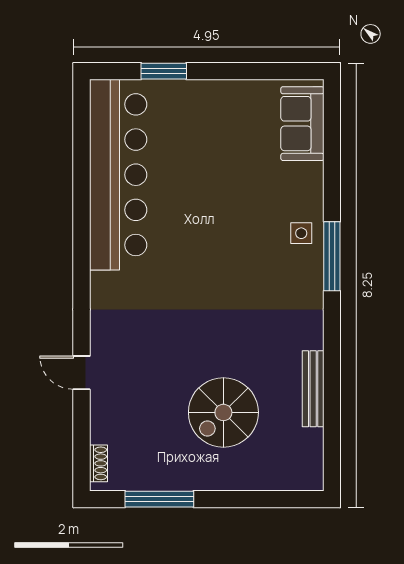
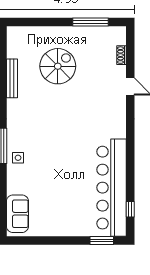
window: (164, 71) -> (102, 241), moved
window: (81, 132) -> (130, 209), added
shoe rack: (99, 463) -> (122, 55), moved

